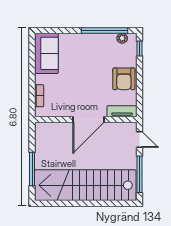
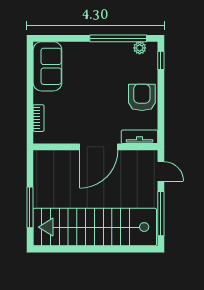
armchair: (124, 79) -> (142, 97), turned 180

